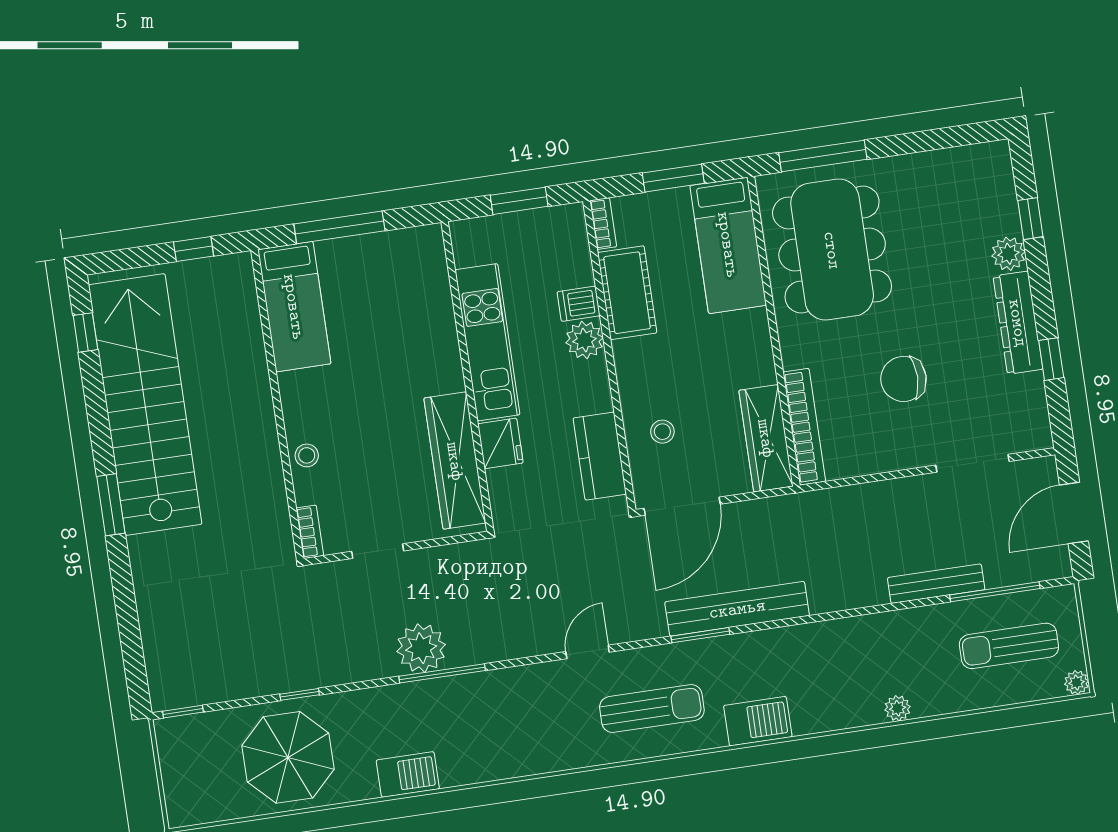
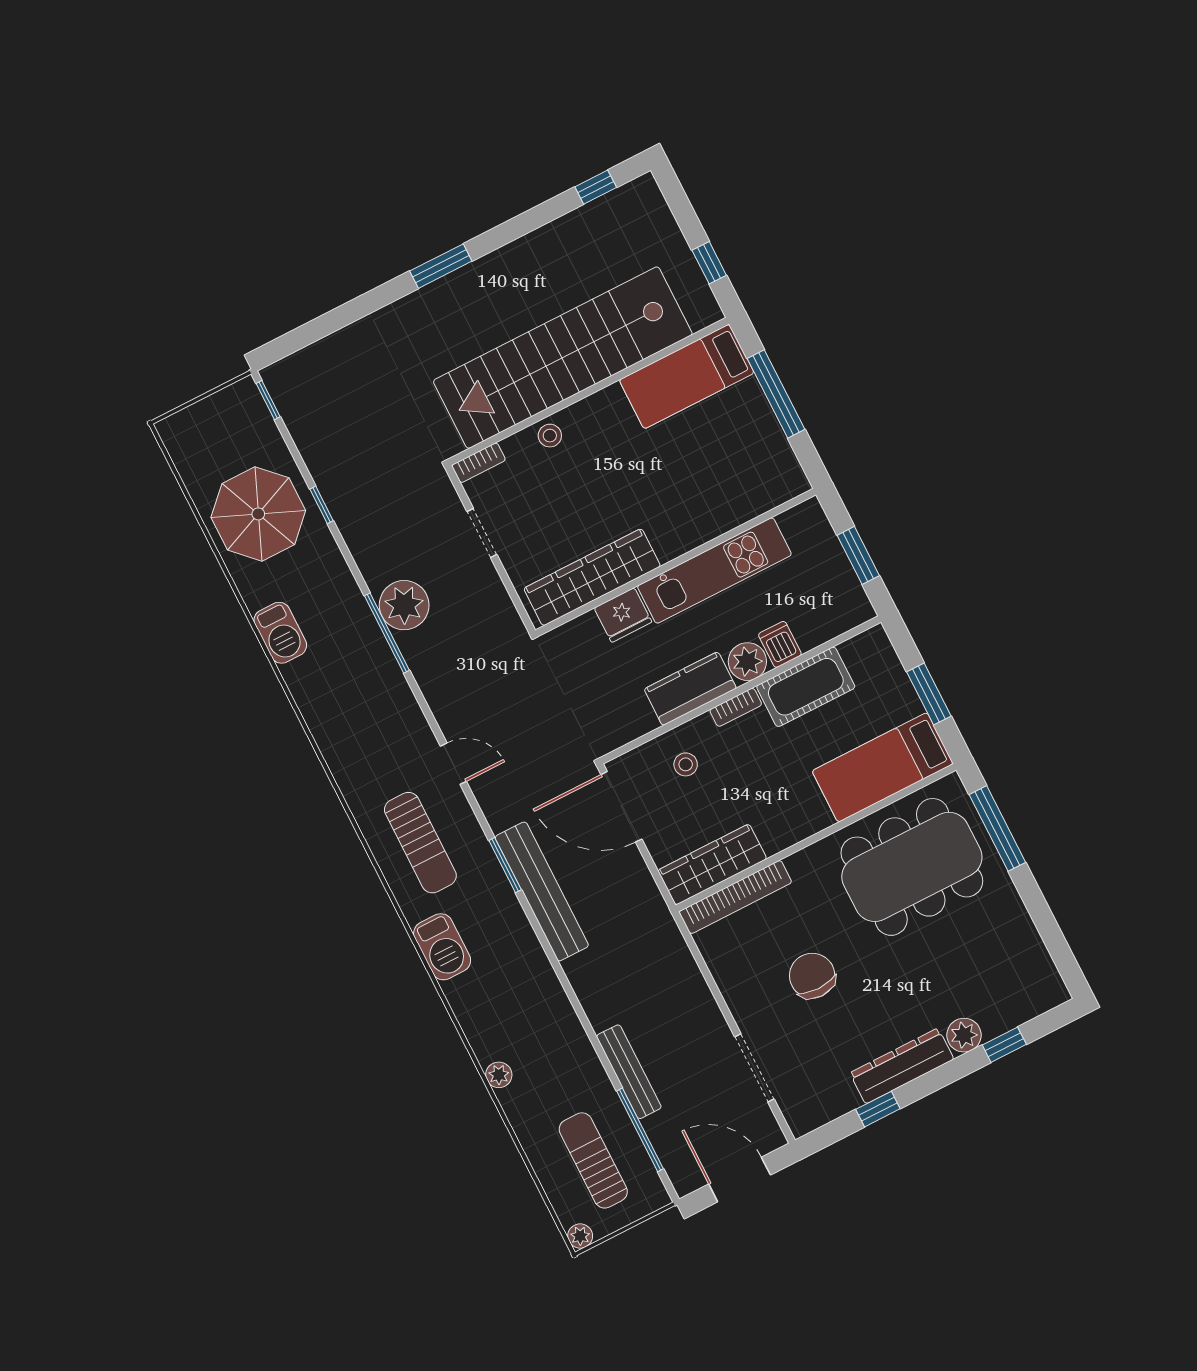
bookcase: (603, 224) -> (736, 707), moved
stairs: (145, 405) -> (563, 358), moved, turned 180
kitchen counter: (600, 456) -> (690, 689), moved

